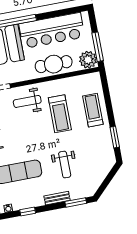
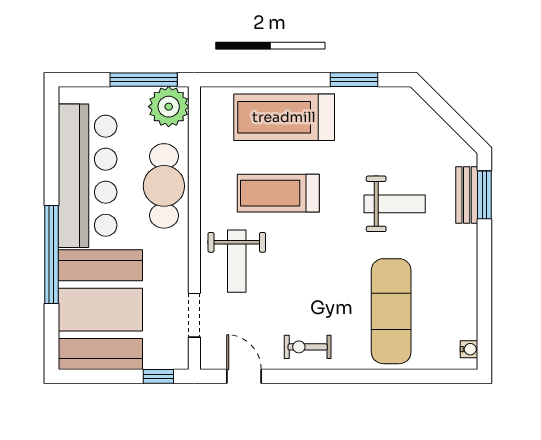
treadmill: (93, 110) -> (284, 117), width x1.37, depth x1.38
treadmill: (60, 114) -> (278, 193), turned 180
bench: (57, 198) -> (467, 195), moved
window: (28, 211) -> (484, 307), removed

